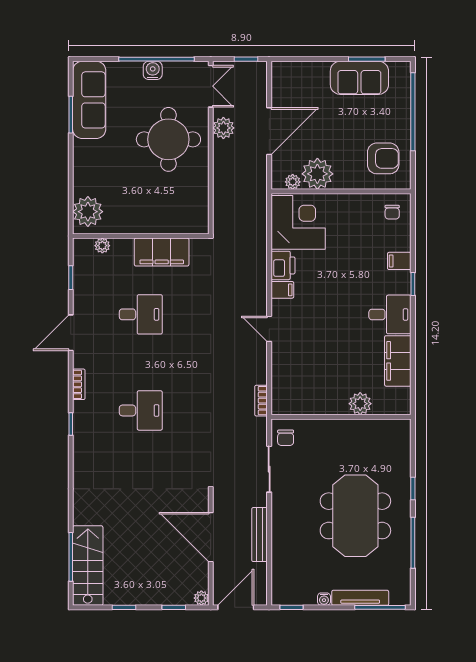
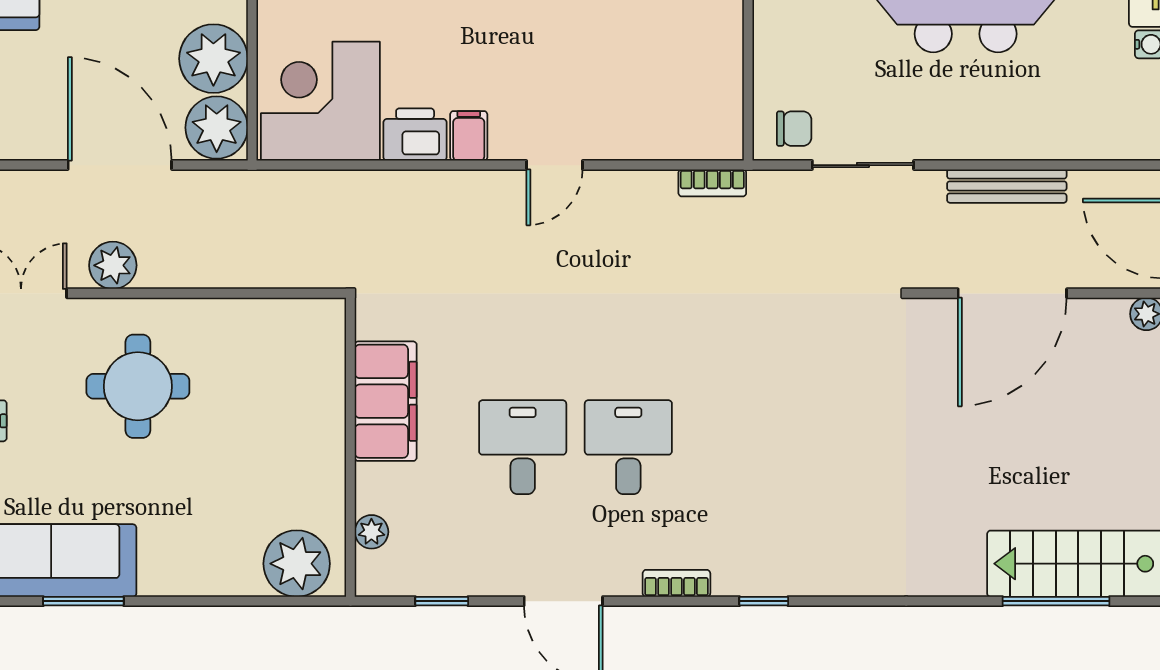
round table: (168, 139) -> (138, 386), width x0.73, depth x0.73
plant: (293, 182) -> (217, 128), width x1.88, depth x1.88
desk: (141, 410) -> (628, 447), moved

